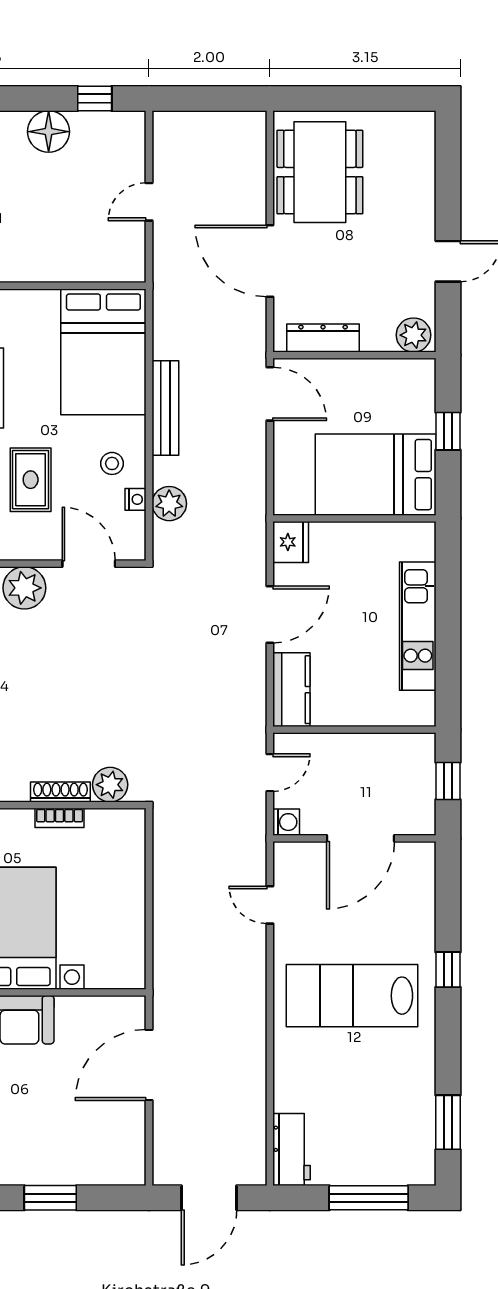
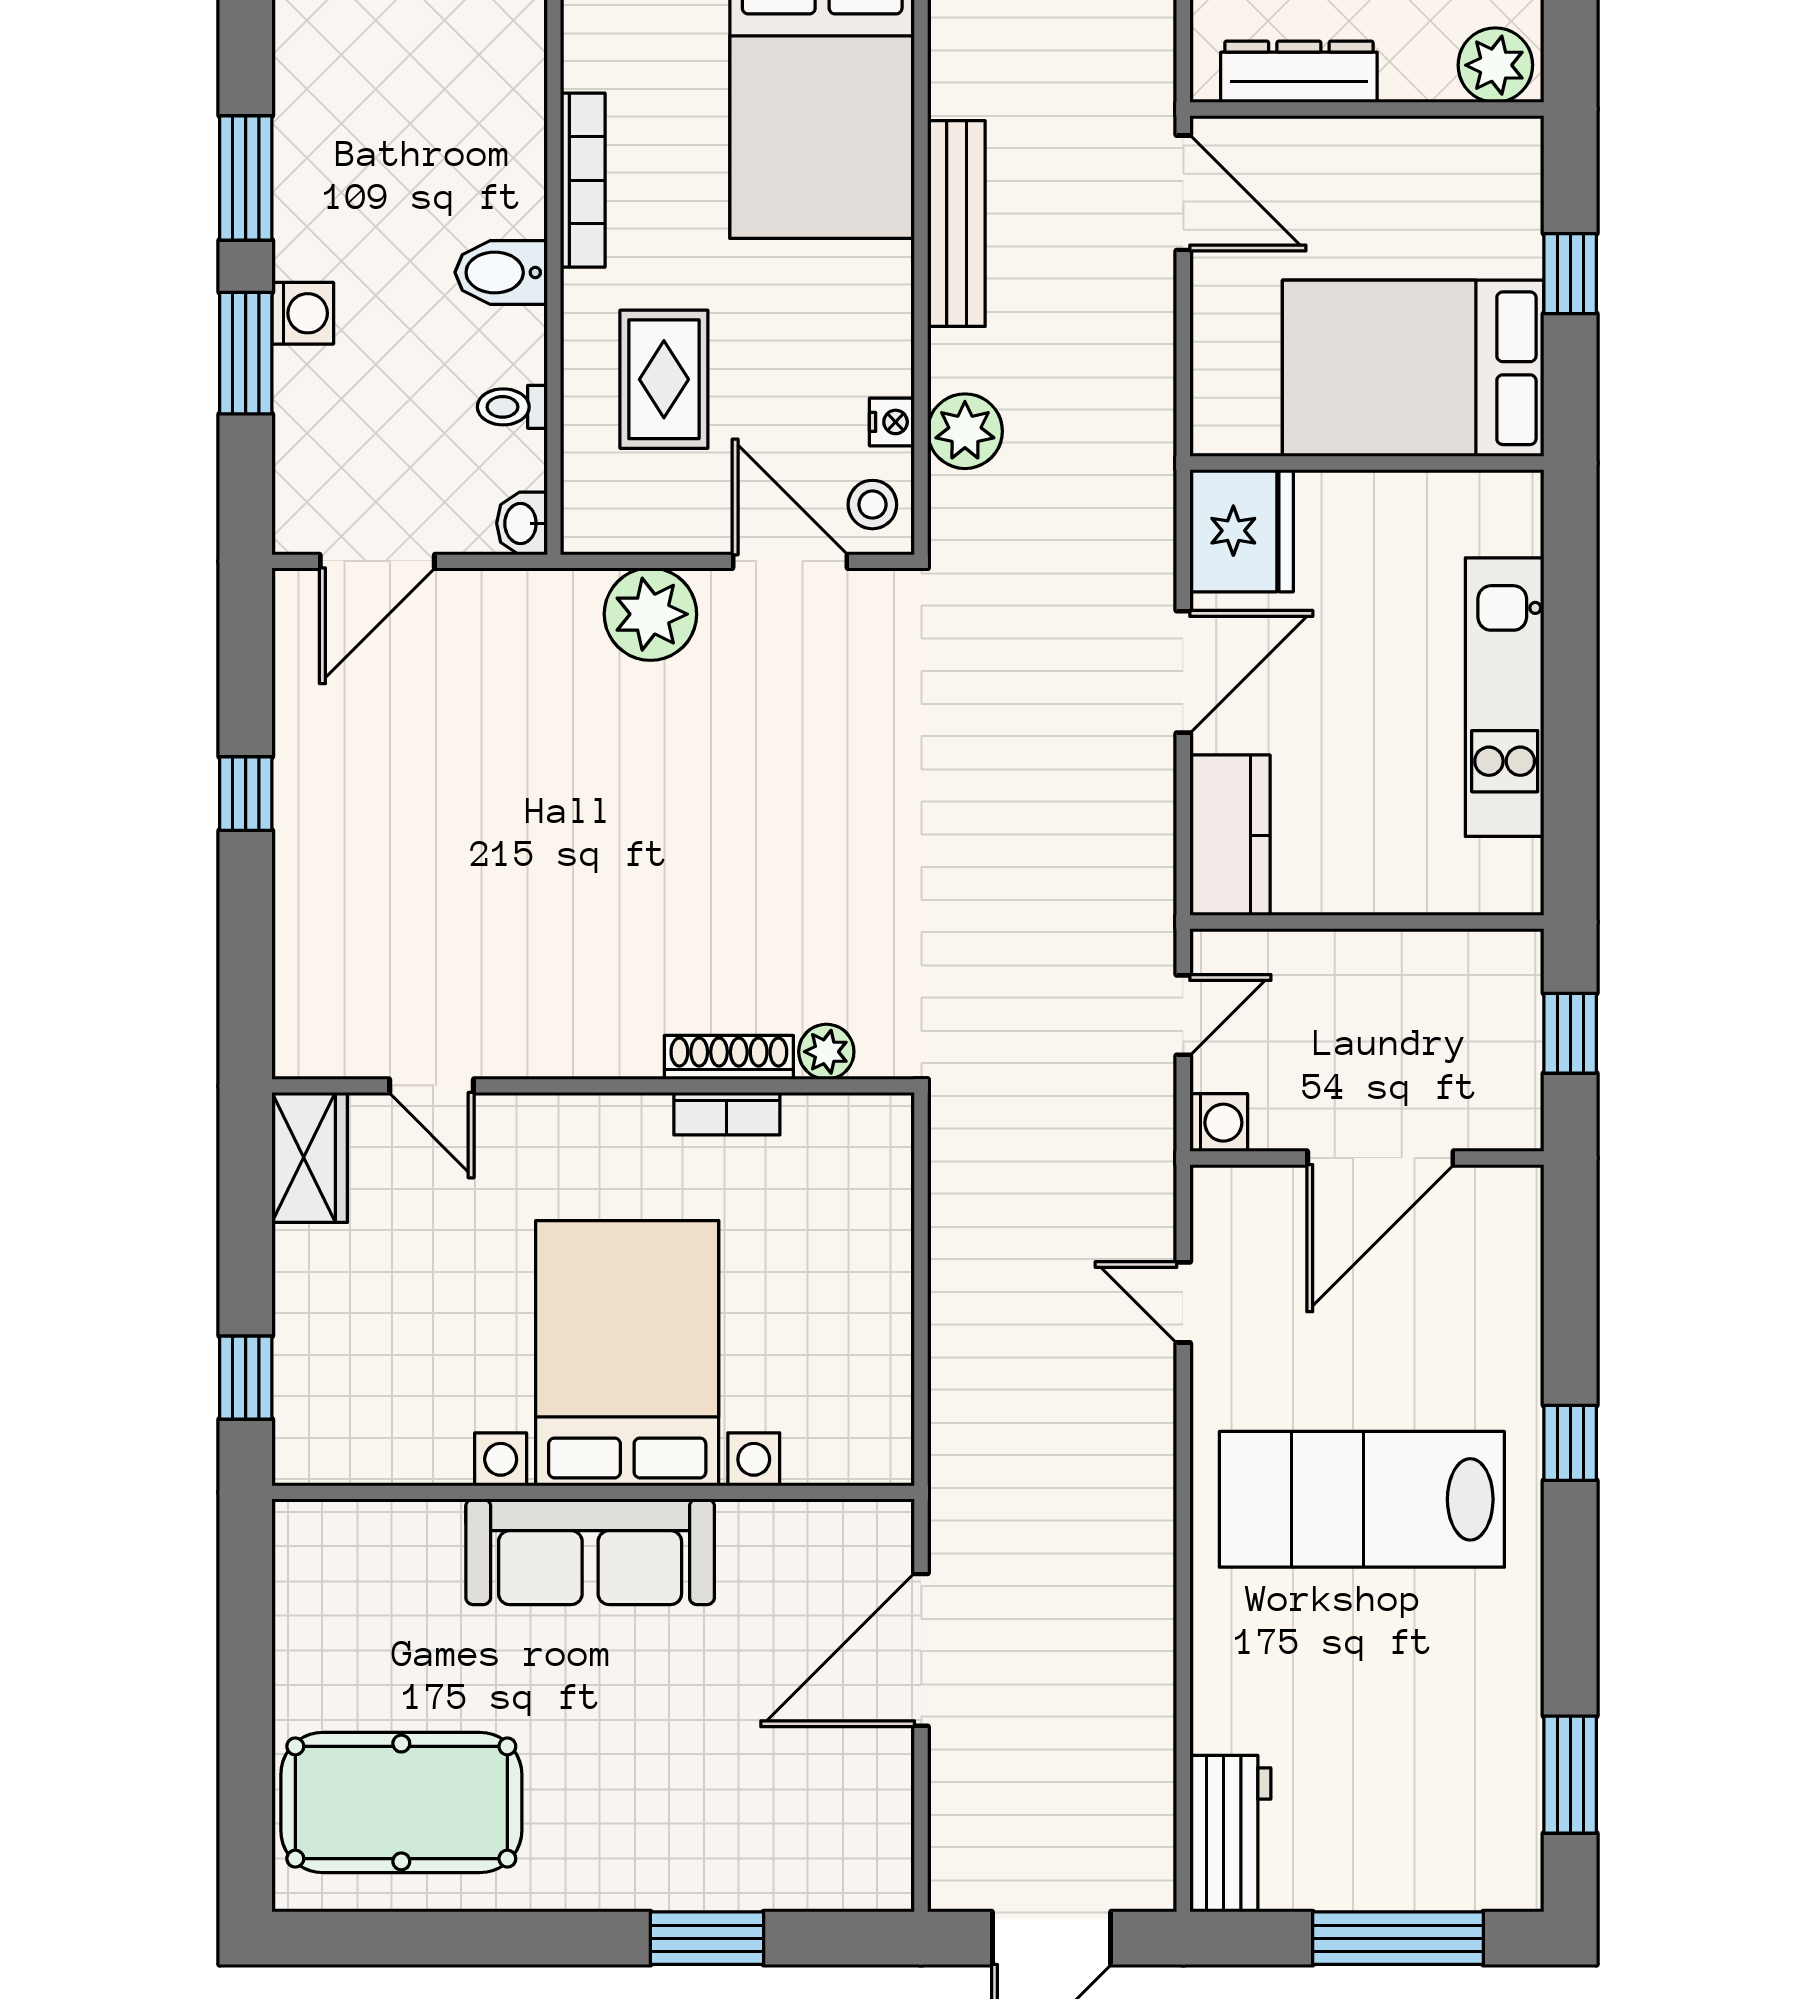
stool: (112, 463) -> (872, 505), moved
fridge: (291, 542) -> (1242, 531), width x1.36, depth x1.34
plant: (110, 785) -> (826, 1052), width x0.73, depth x0.73

